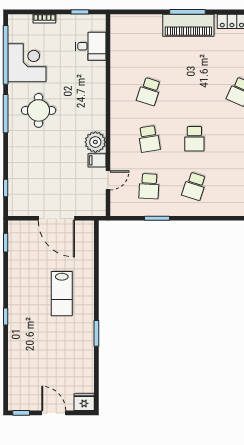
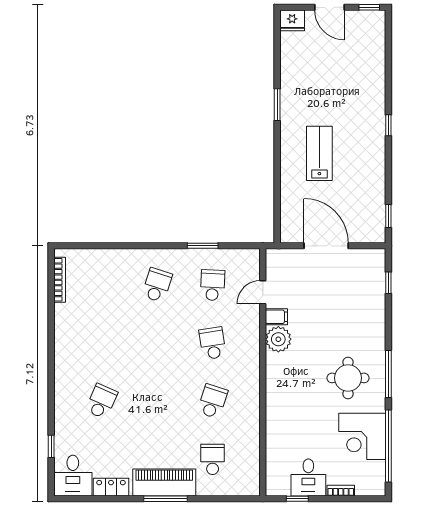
desk: (91, 46) -> (308, 477), moved, turned -90
school desk: (194, 139) -> (213, 459), moved

